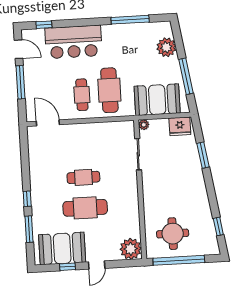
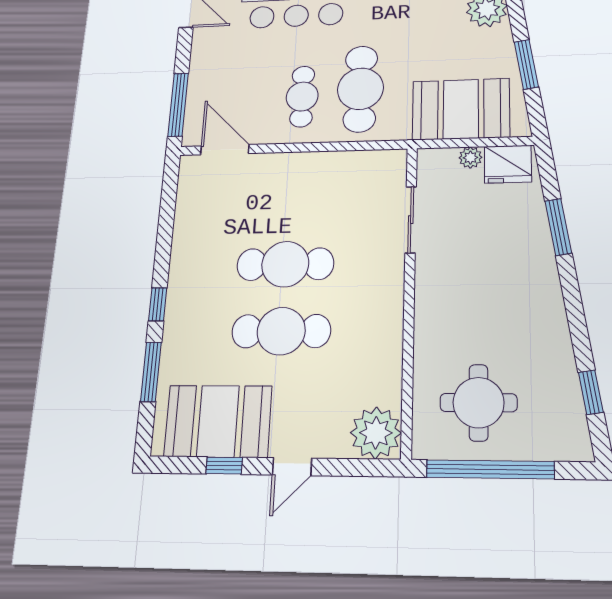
window: (186, 76) -> (526, 64), width x0.69
window: (20, 82) -> (178, 105), moved
plant: (144, 125) -> (470, 158), moved
cafe table: (83, 177) -> (285, 264), width x1.37, depth x1.35

